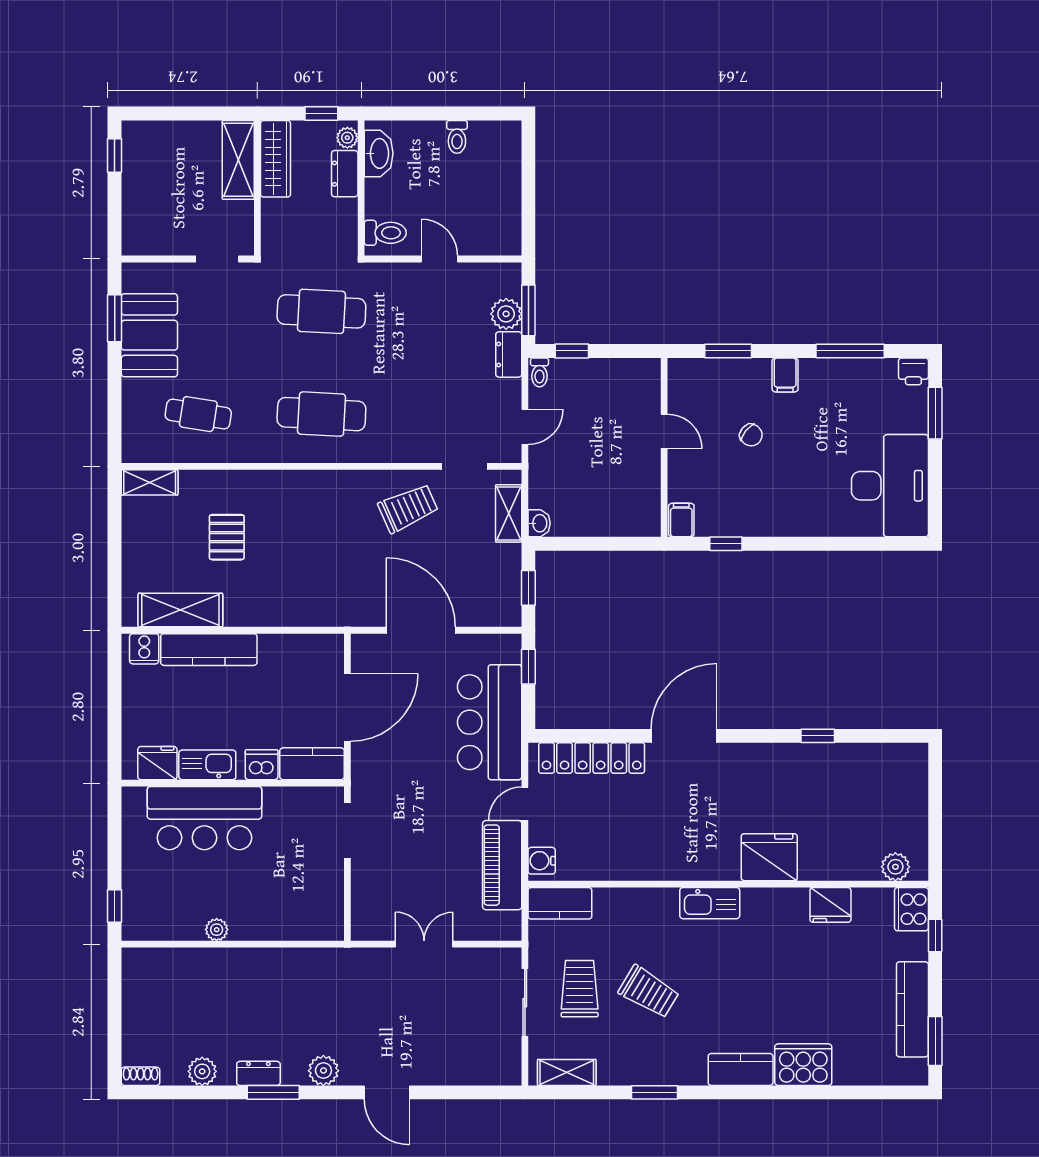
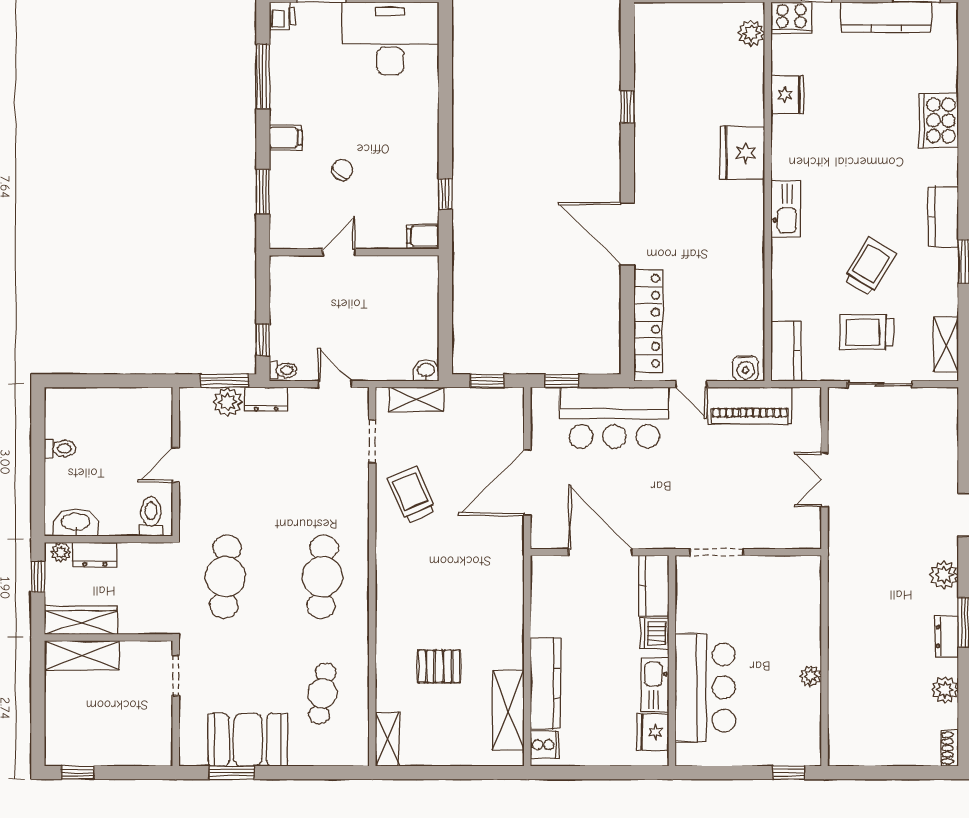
kitchen counter: (741, 1069) -> (943, 217), moved

